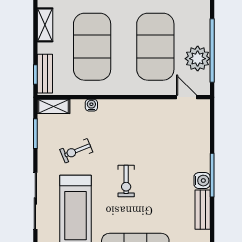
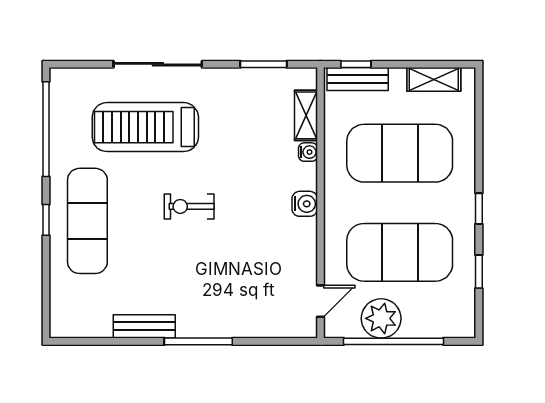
shelving: (54, 106) -> (306, 115), moved
exercise bike: (76, 151) -> (237, 128), removed
water cooler: (202, 181) -> (305, 204), moved, turned -90

